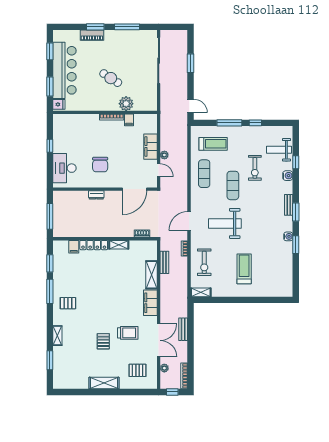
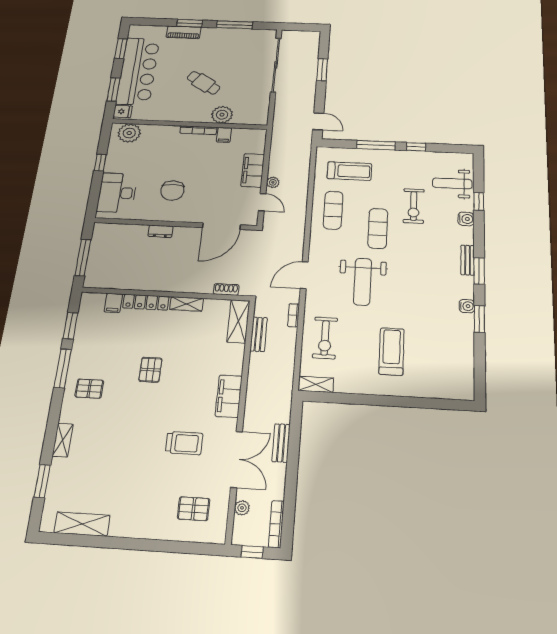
plant: (66, 121) -> (129, 133), added
weight bench: (225, 223) -> (363, 282), turned -90
shelving: (151, 275) -> (238, 321), moved
pallet: (103, 341) -> (150, 370), moved
shelving: (104, 383) -> (82, 524), moved

